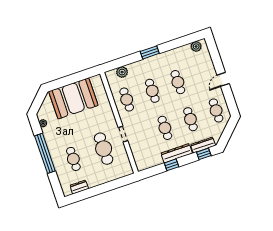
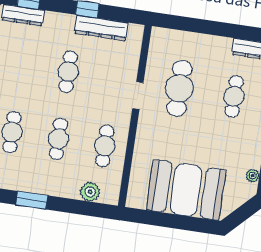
cafe table: (190, 119) -> (22, 65), removed
dresser: (177, 153) -> (101, 28), moved

